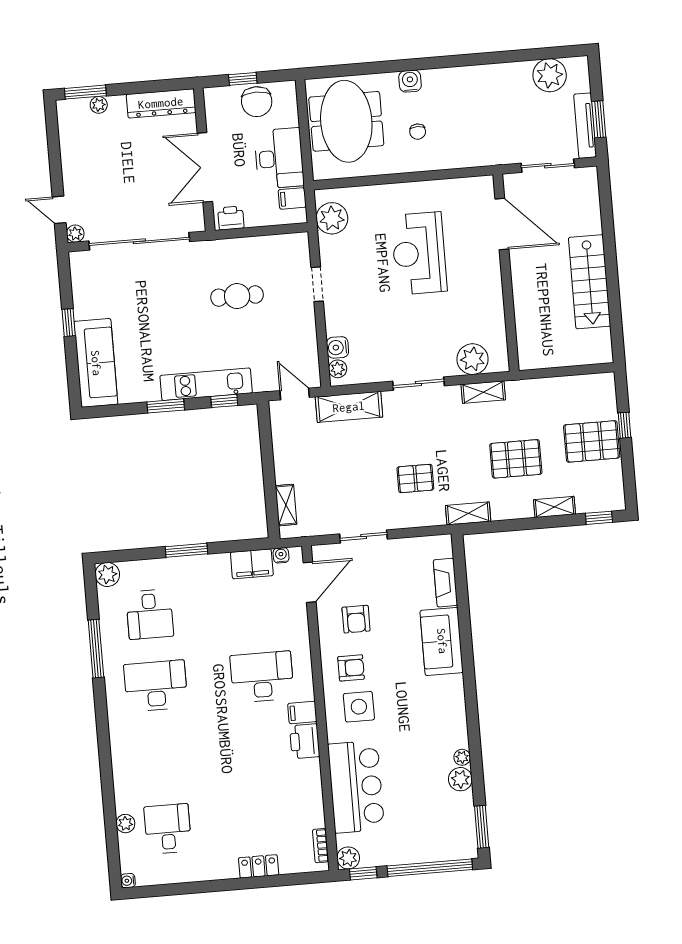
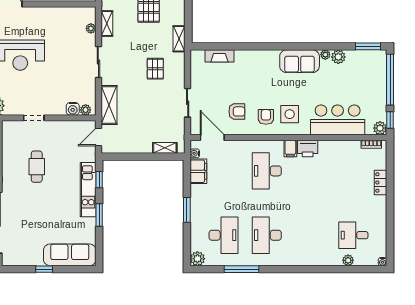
plant: (472, 359) -> (91, 28), width x0.53, depth x0.53
desk: (150, 614) -> (224, 235), width x1.37
sofa: (442, 641) -> (300, 61), moved

